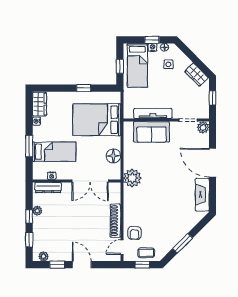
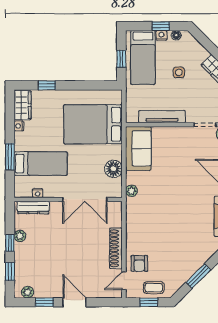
side table: (168, 64) -> (179, 72), moved
window: (84, 88) -> (47, 85), moved
sofa: (151, 132) -> (138, 148), moved, turned -90
plant: (132, 178) -> (131, 191), width x0.53, depth x0.53

